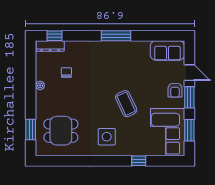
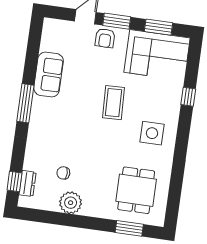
dresser: (50, 46) -> (27, 183), width x0.70
sofa: (167, 50) -> (49, 75), moved
plant: (40, 85) -> (71, 203), width x1.88, depth x1.88
armchair: (175, 90) -> (105, 38), turned 90
coffee table: (126, 104) -> (113, 103), turned -67

